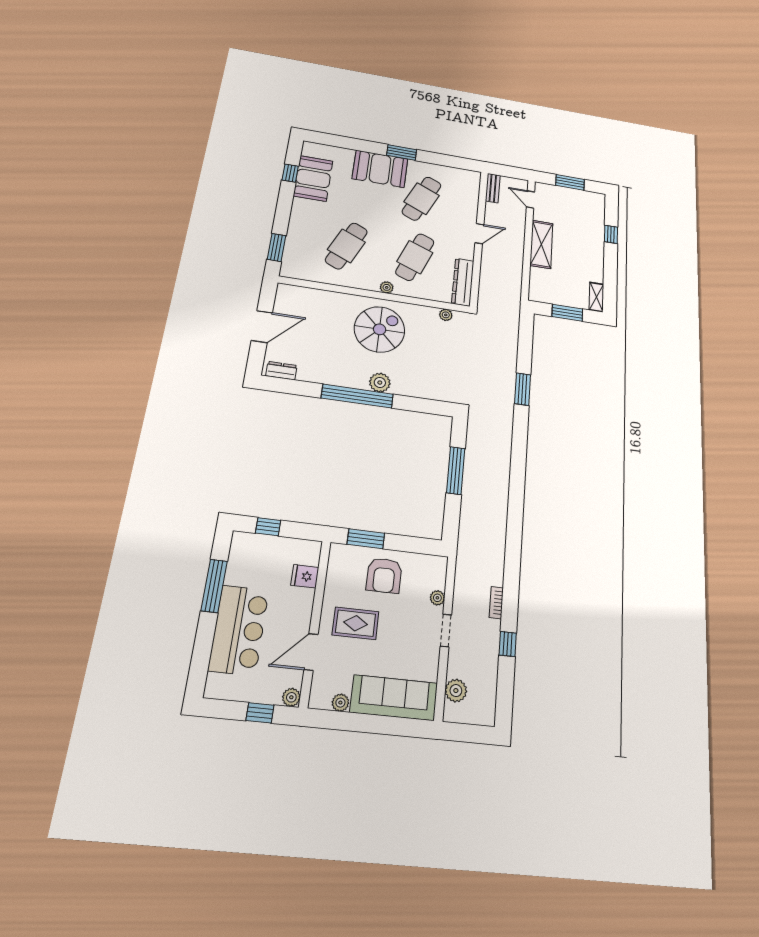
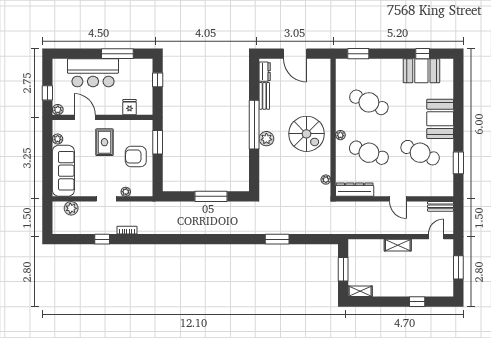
window: (402, 152) -> (458, 163), moved
shelving: (541, 244) -> (398, 245), width x0.67, depth x0.75
bench: (317, 376) -> (264, 96), added

